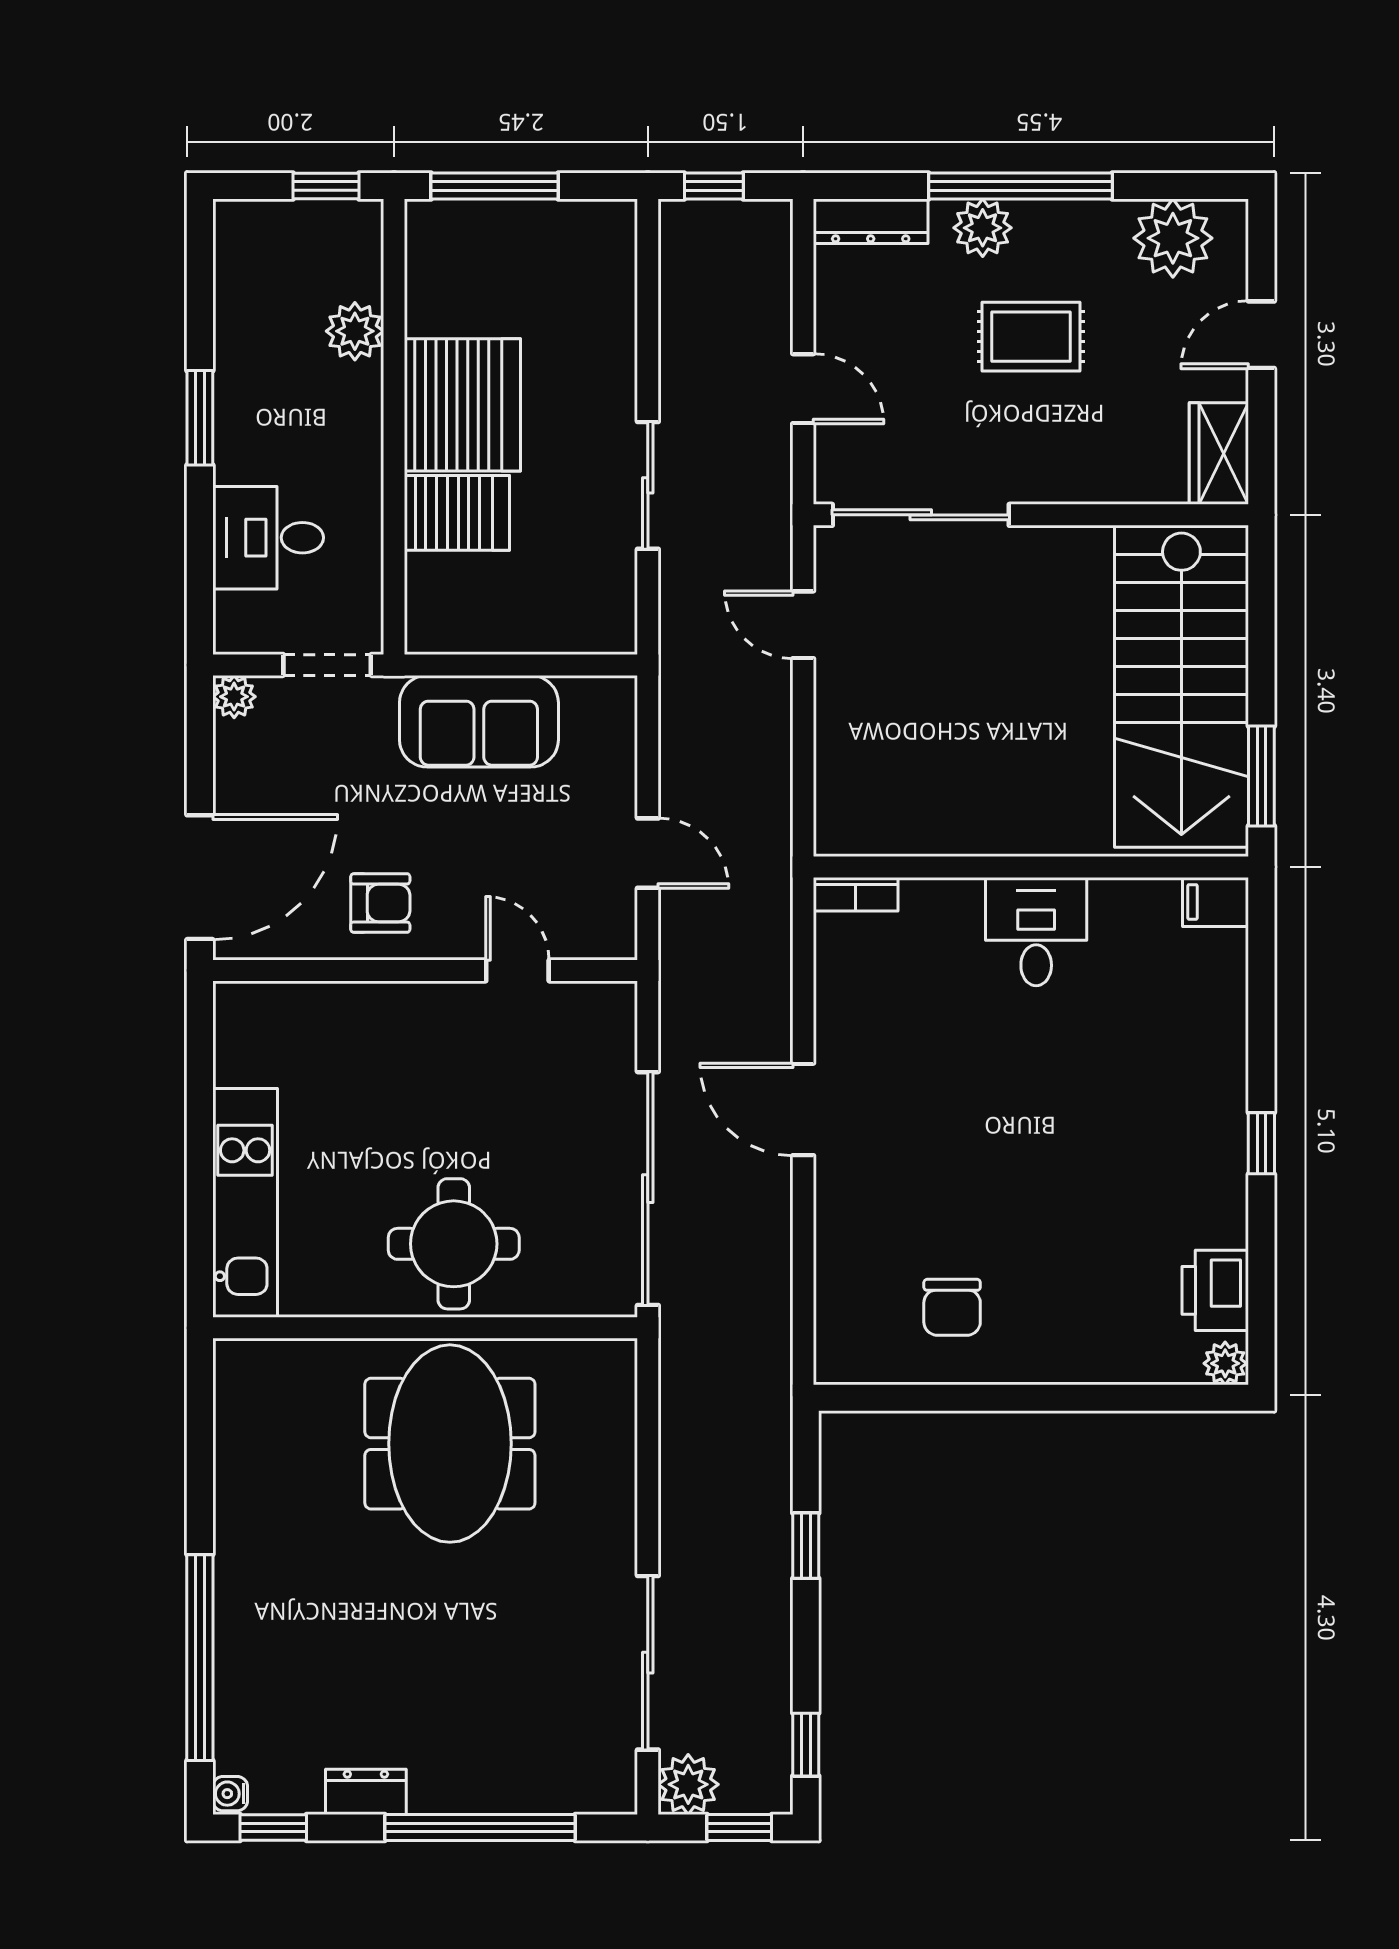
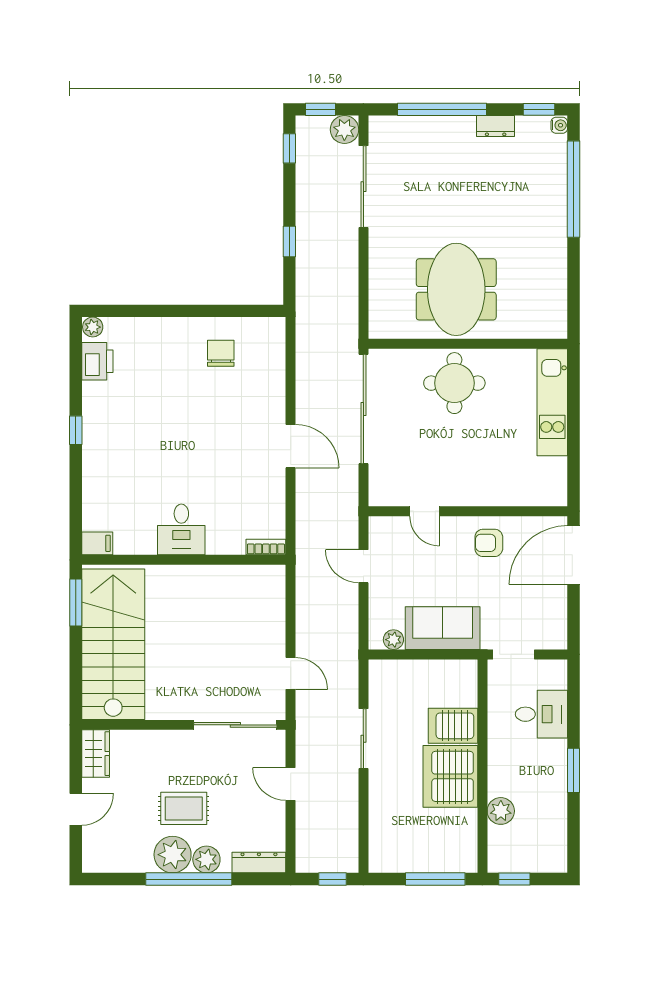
plant: (1173, 238) -> (173, 855), moved
plant: (234, 697) -> (393, 640), moved

